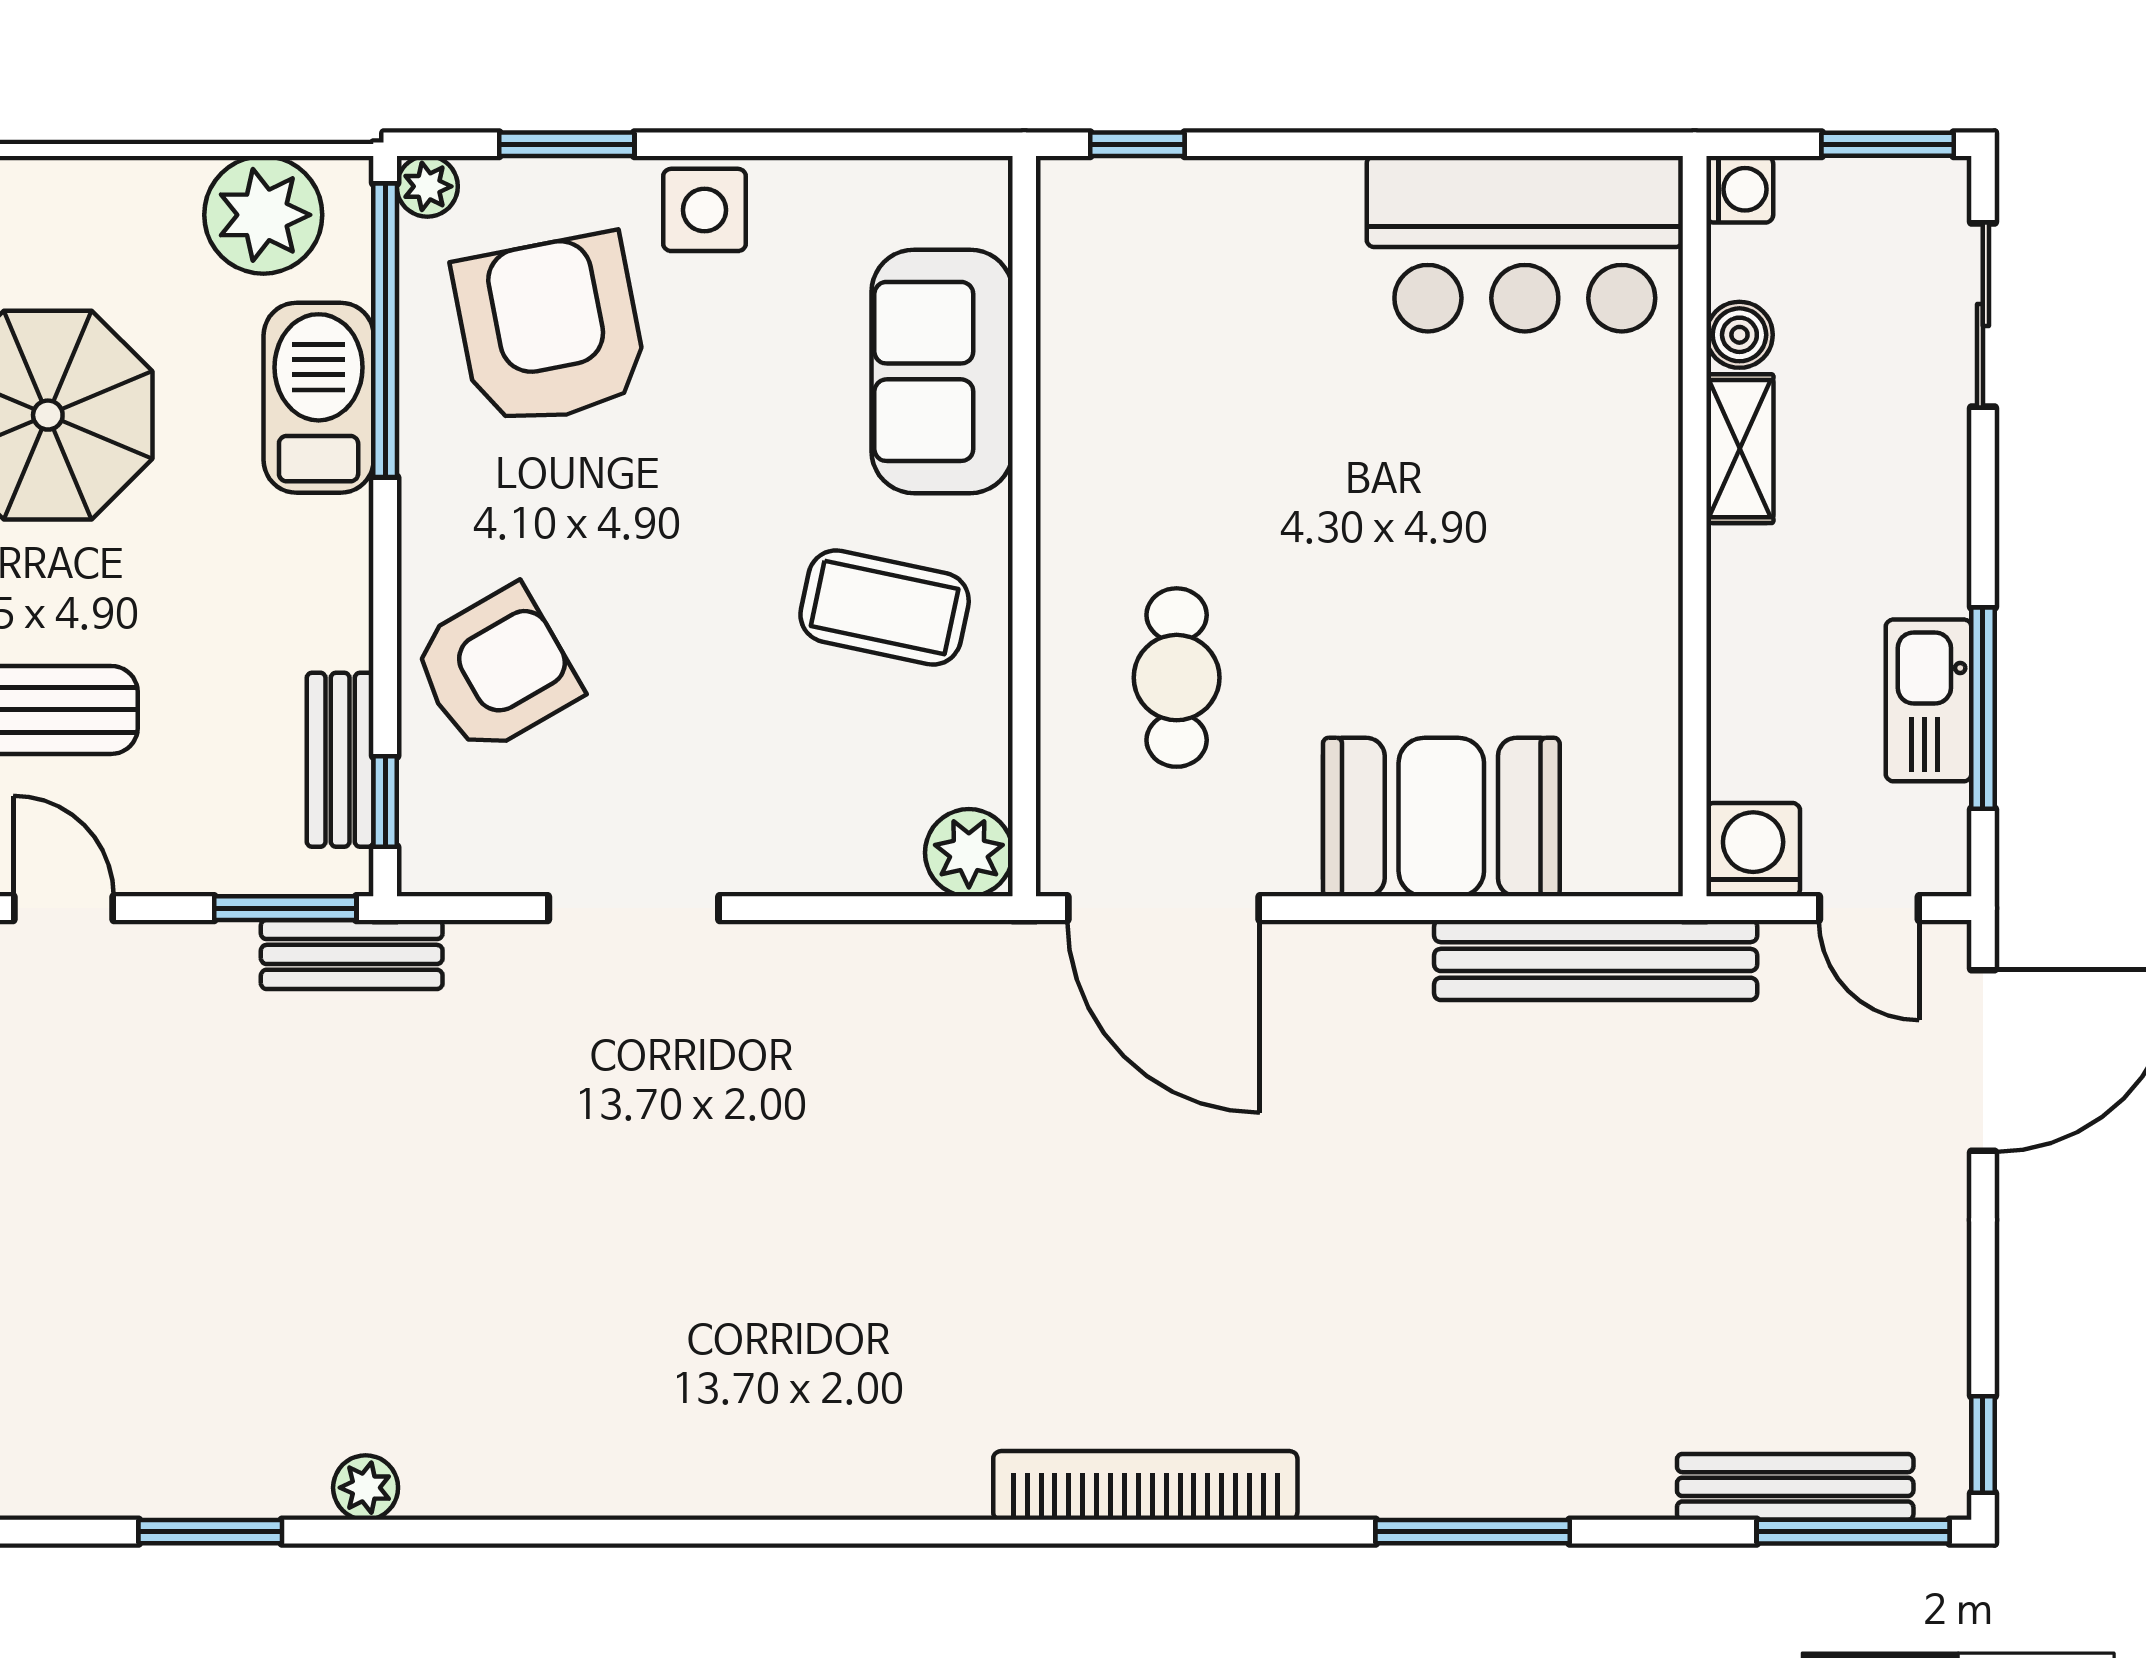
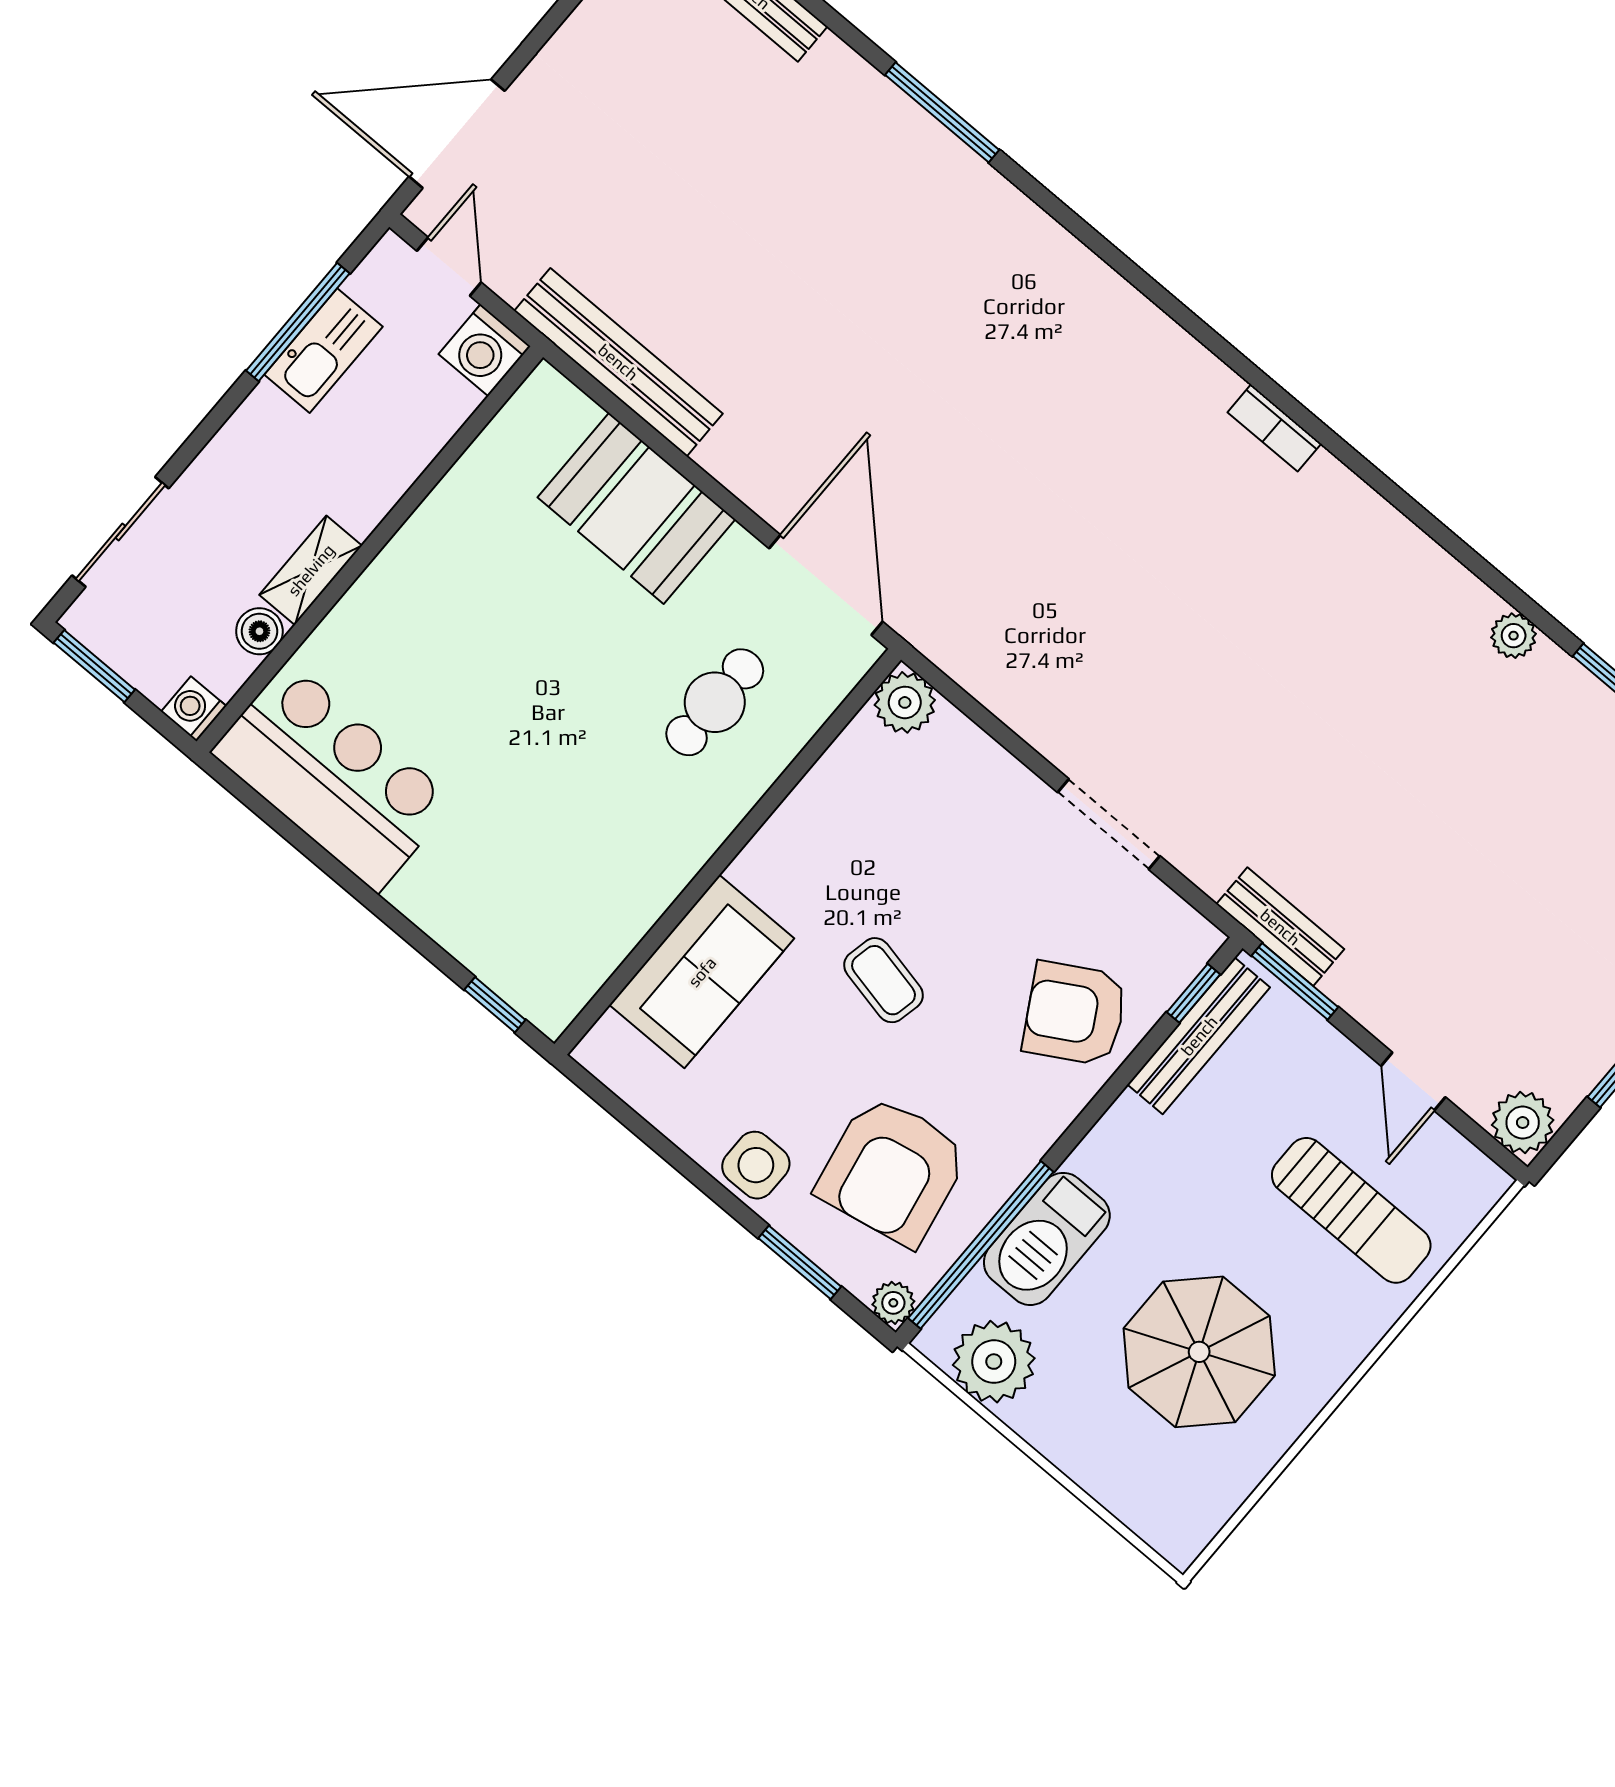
coffee table: (885, 607) -> (884, 980), moved, width x0.73, depth x0.77
bench: (340, 760) -> (1199, 1036), width x1.36
bookcase: (1145, 1485) -> (1274, 428), moved, width x0.43, depth x0.76

